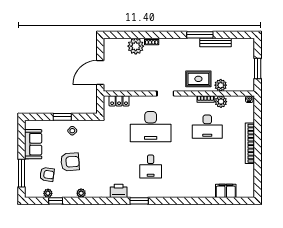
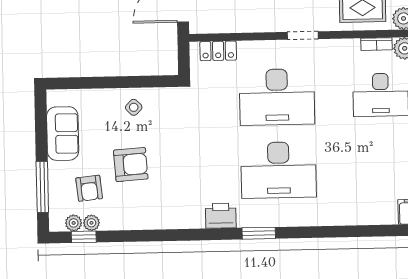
window: (62, 117) -> (115, 82), removed
desk: (151, 167) -> (278, 170), width x1.87, depth x1.30
armchair: (47, 174) -> (89, 188), turned 76
plant: (81, 193) -> (74, 223), moved
window: (56, 201) -> (84, 237), moved

